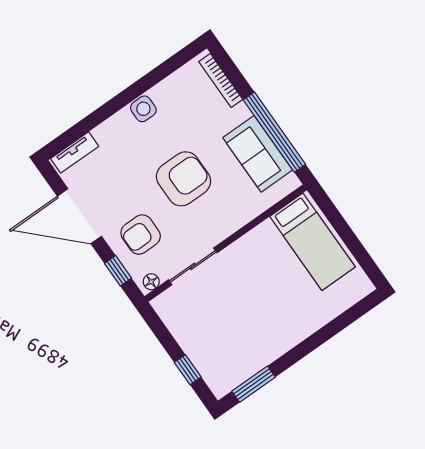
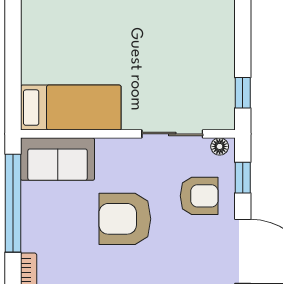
sofa: (258, 154) -> (58, 159), moved, turned 90
bed: (312, 242) -> (71, 108), moved, turned 90
window: (188, 370) -> (243, 93), moved

